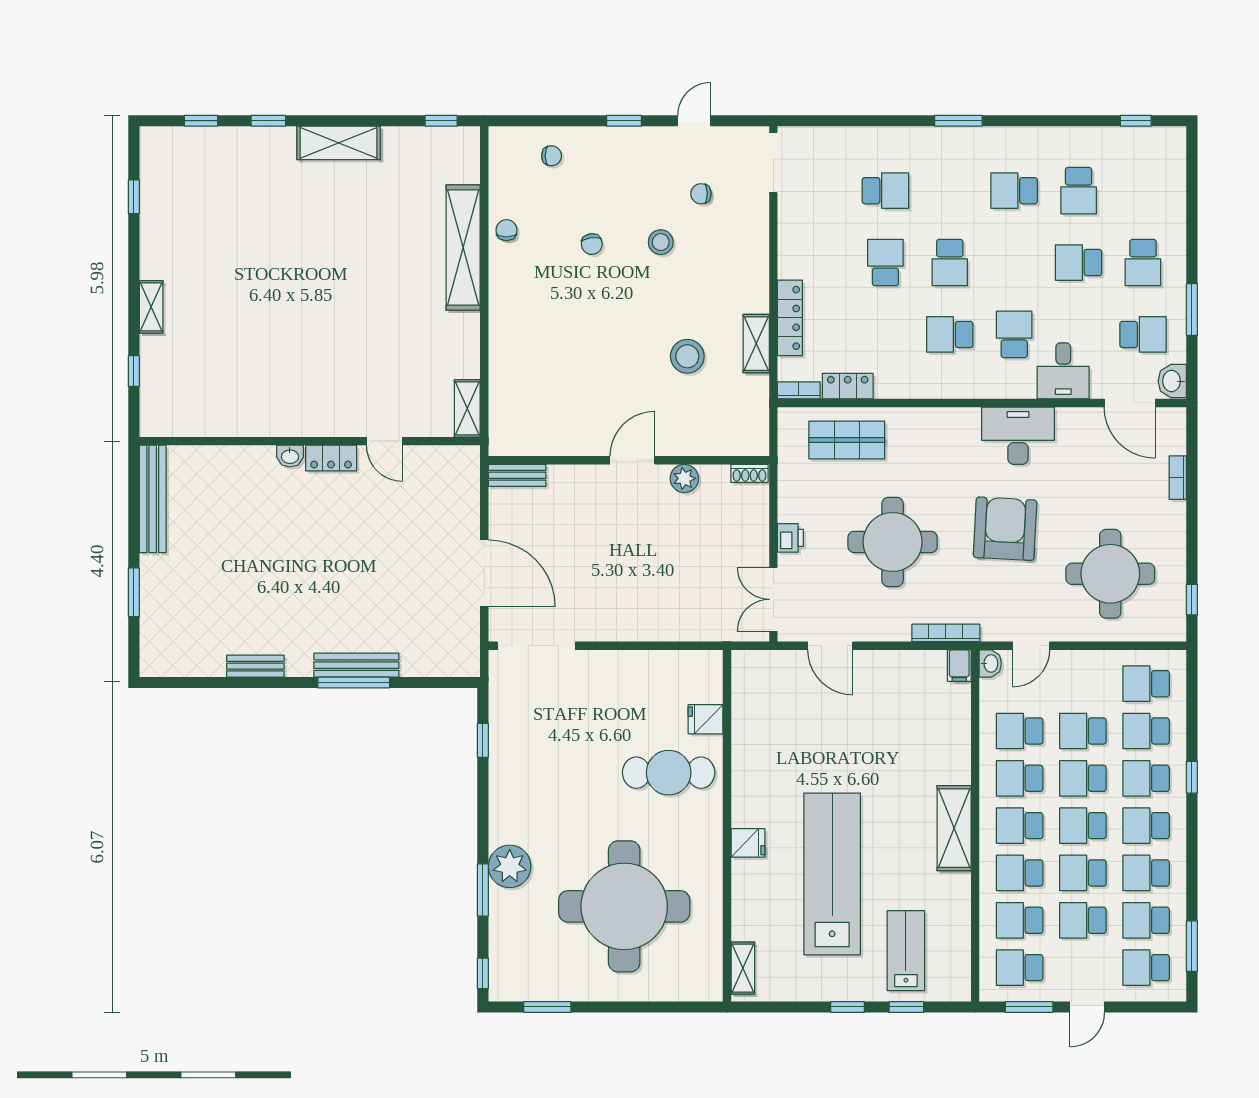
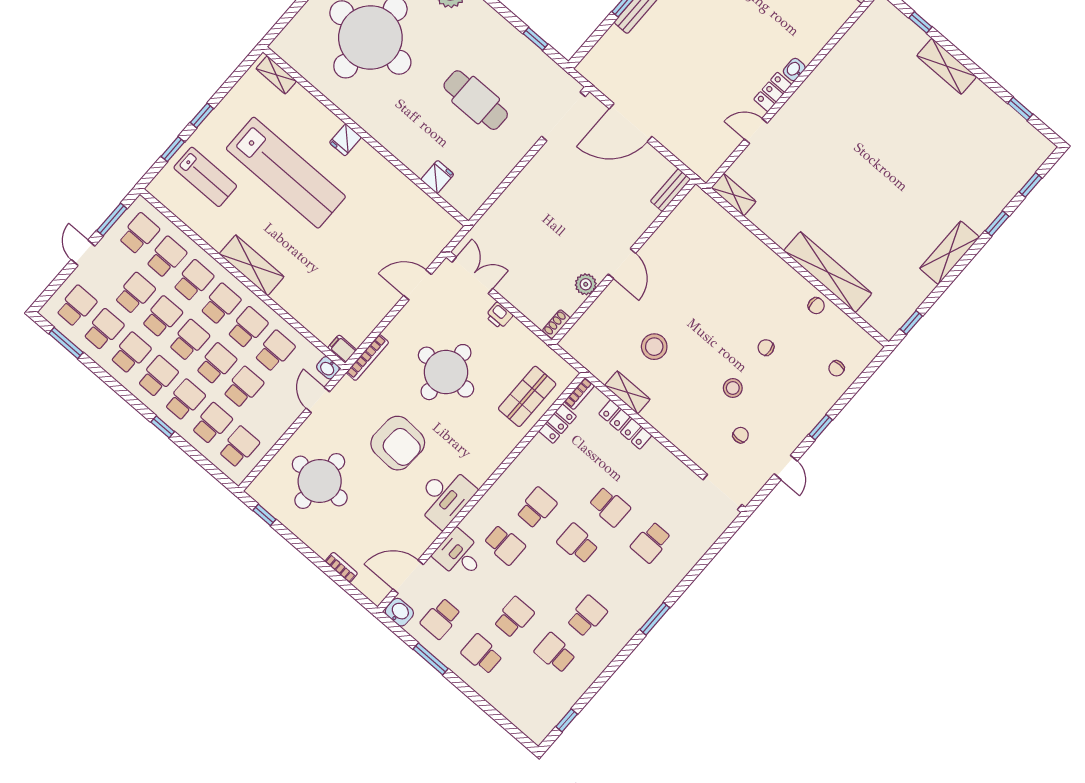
shelving: (151, 307) -> (947, 66), width x1.50, depth x1.33
cafe table: (669, 773) -> (476, 100), moved, turned 90

